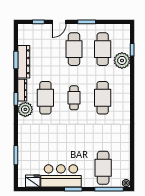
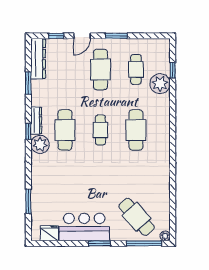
cafe table: (103, 49) -> (136, 69), width x0.73, depth x0.74
dresser: (24, 62) -> (38, 59), moved
cafe table: (103, 168) -> (137, 217), turned -42

